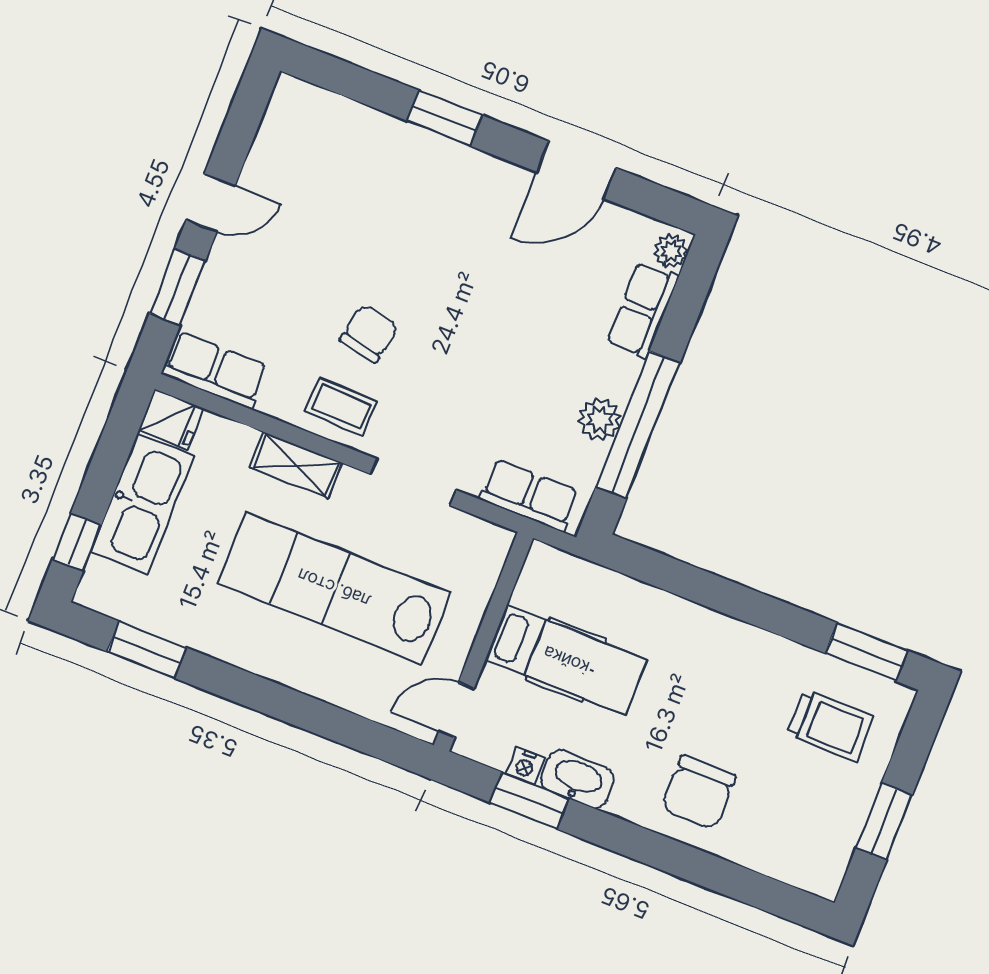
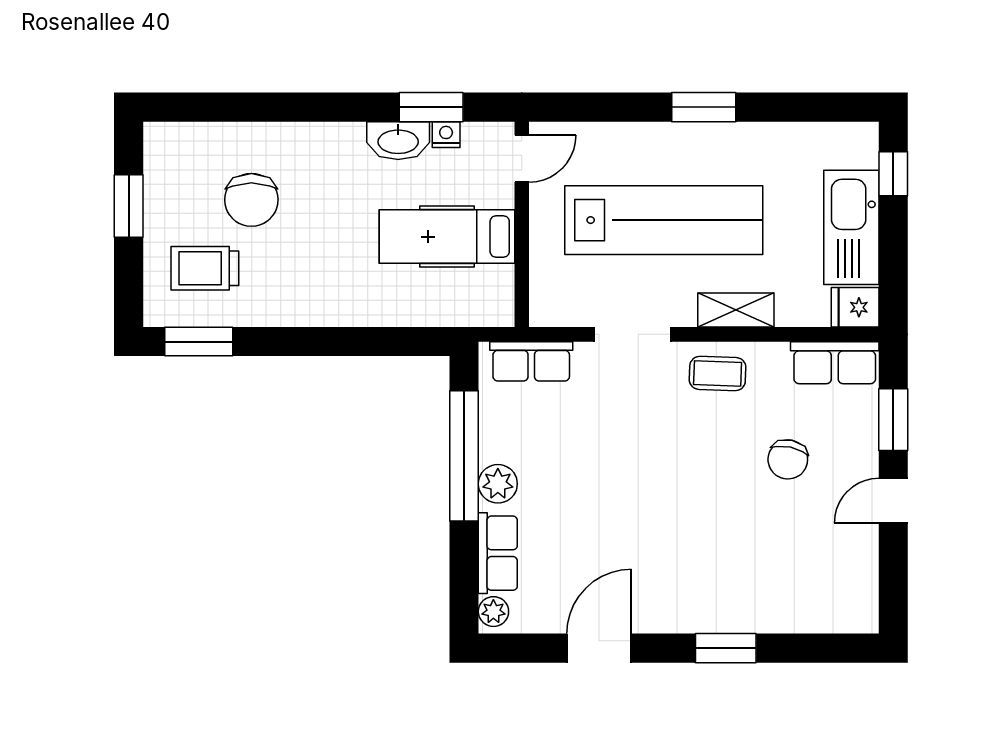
chair: (369, 334) -> (788, 459), moved
plant: (600, 419) -> (498, 484), moved
window: (147, 650) -> (704, 107), moved
chair: (699, 792) -> (251, 200), moved, turned 180

